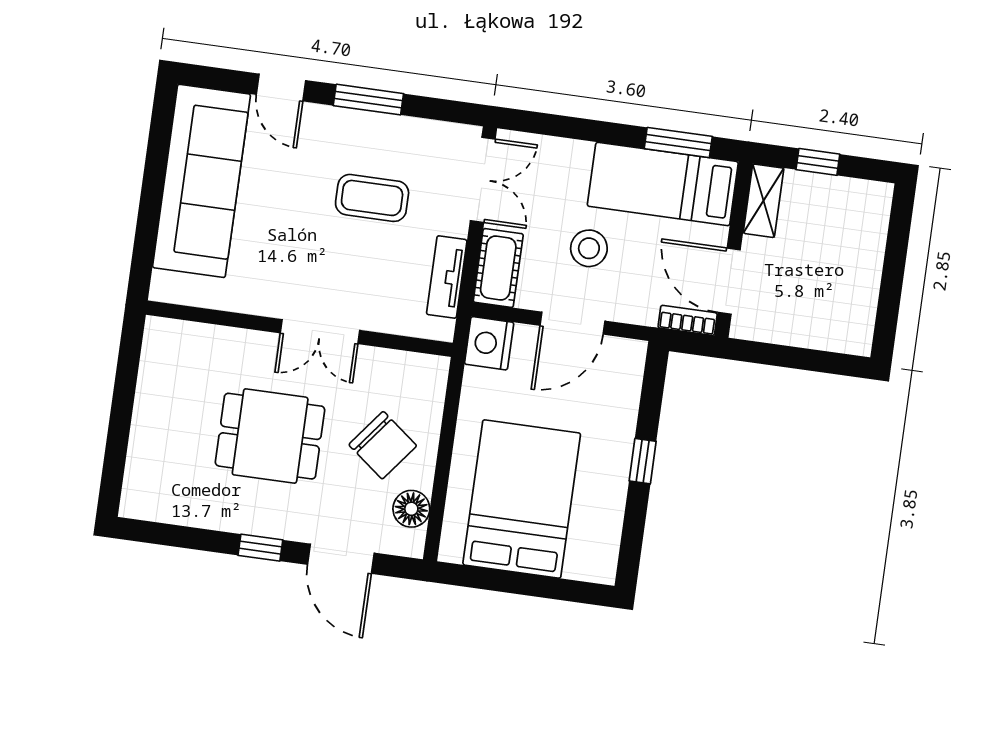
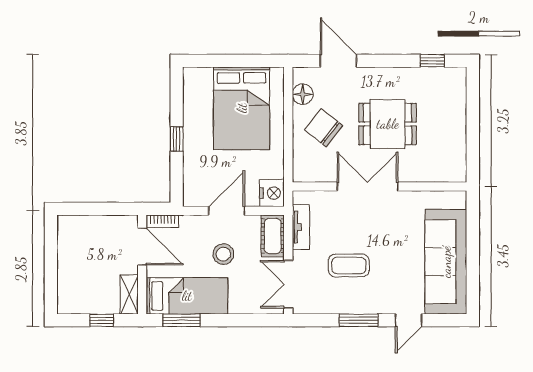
door: (281, 87) -> (409, 320), swing flipped
double door: (320, 332) -> (368, 186), width x1.37
window: (260, 548) -> (432, 61), moved

